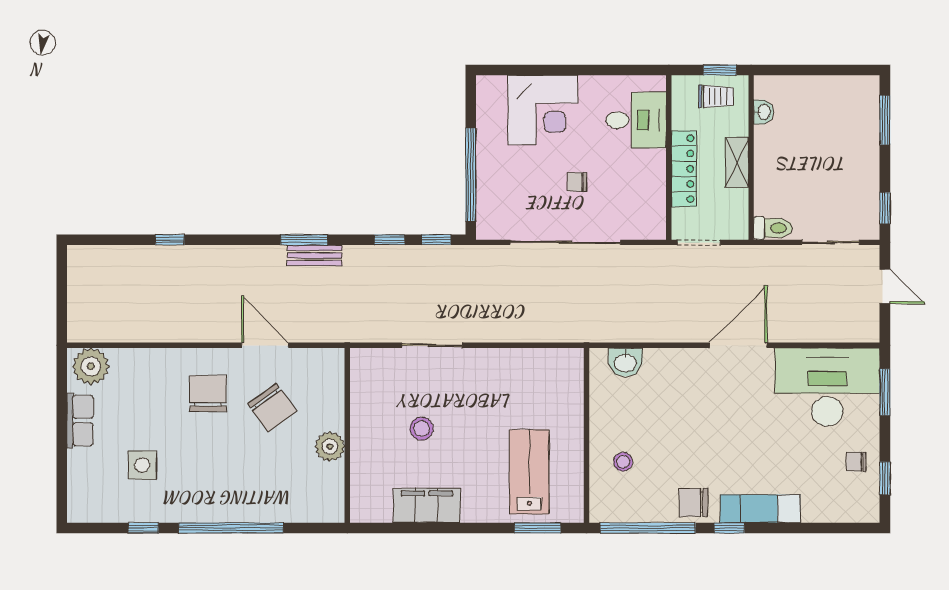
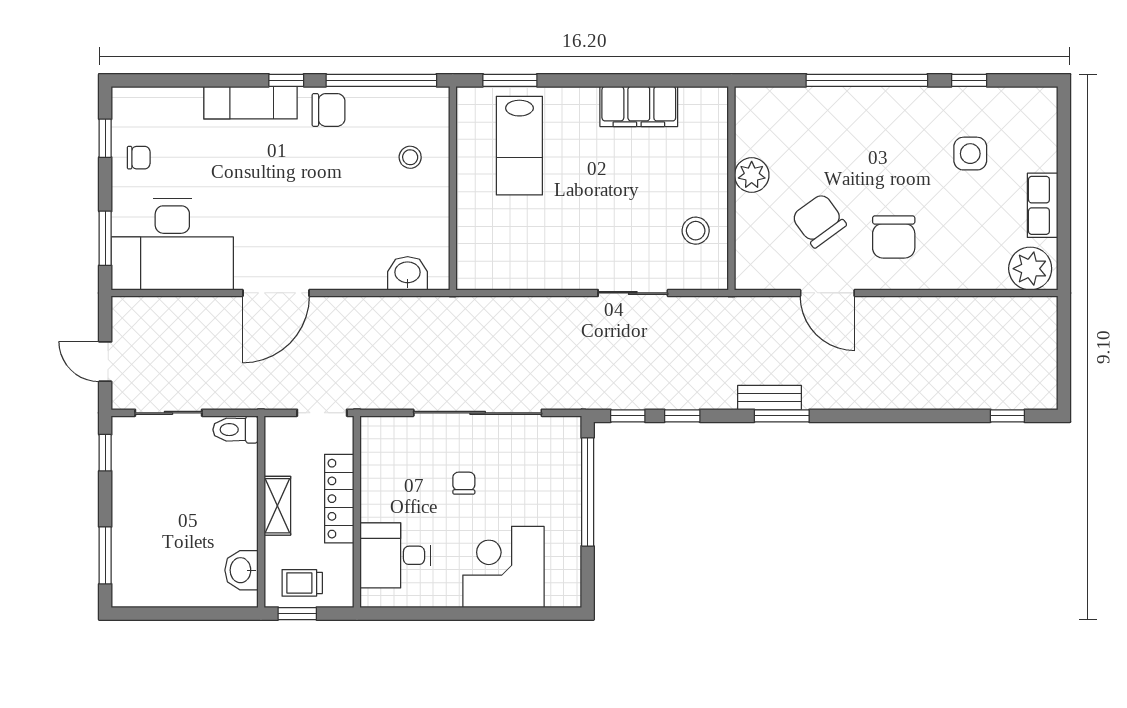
washbasin: (764, 112) -> (241, 570), width x1.38, depth x1.45
chair: (577, 182) -> (464, 483), turned -90
window: (170, 240) -> (1007, 416), moved
stool: (422, 429) -> (696, 231), moved

